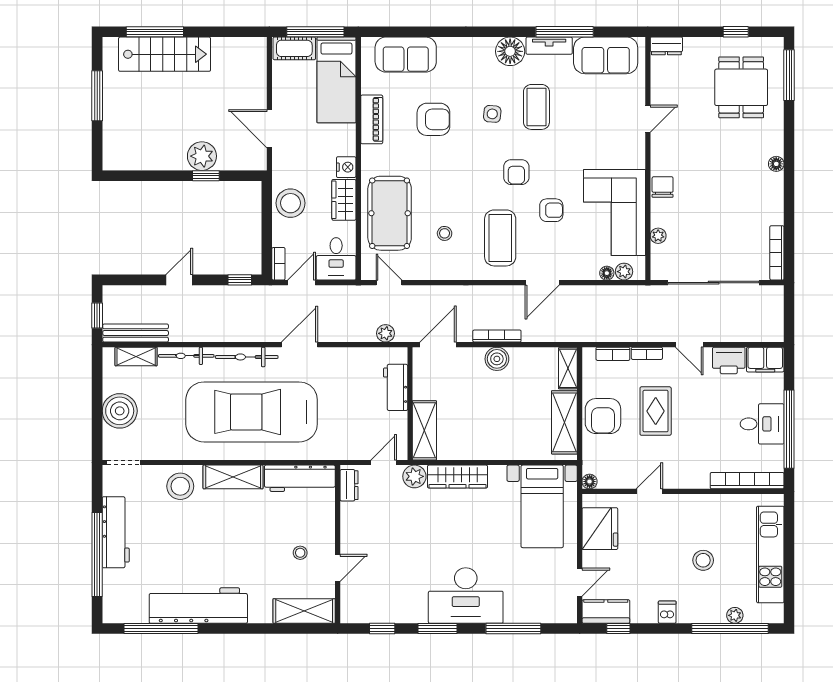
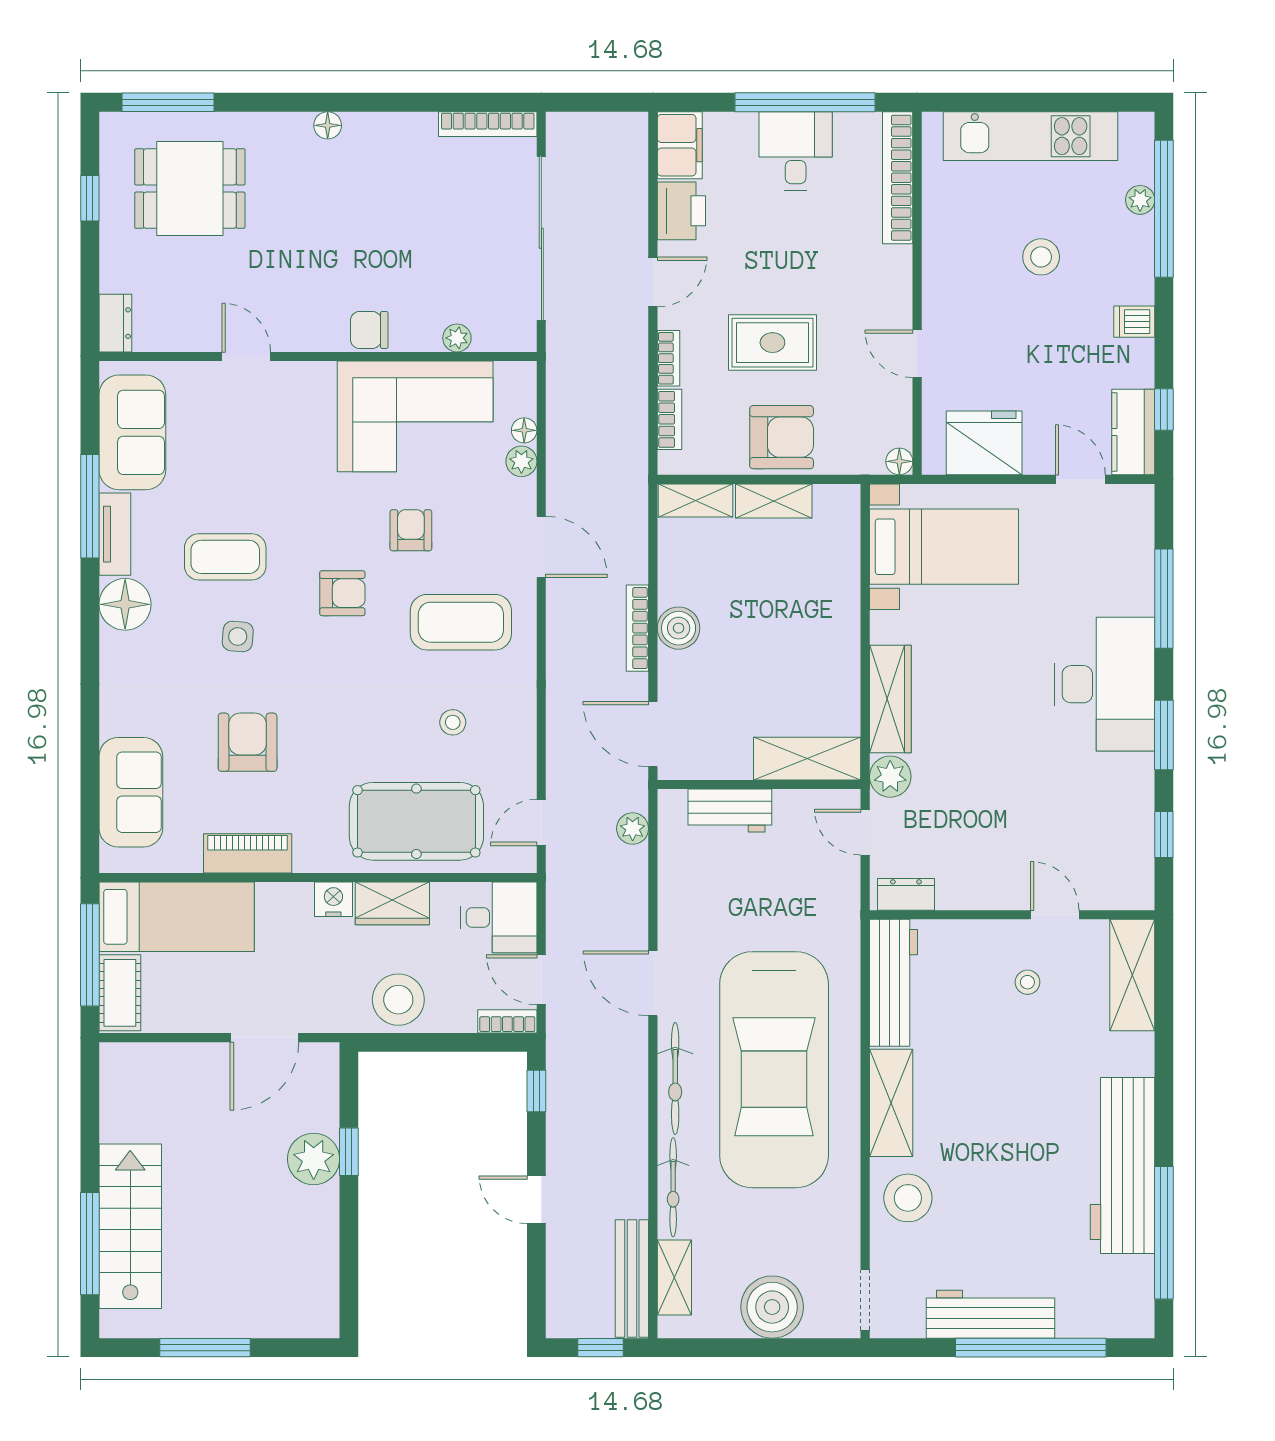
plant: (624, 272) -> (521, 461), moved
shelving: (564, 422) -> (774, 501), width x0.67, depth x0.75

